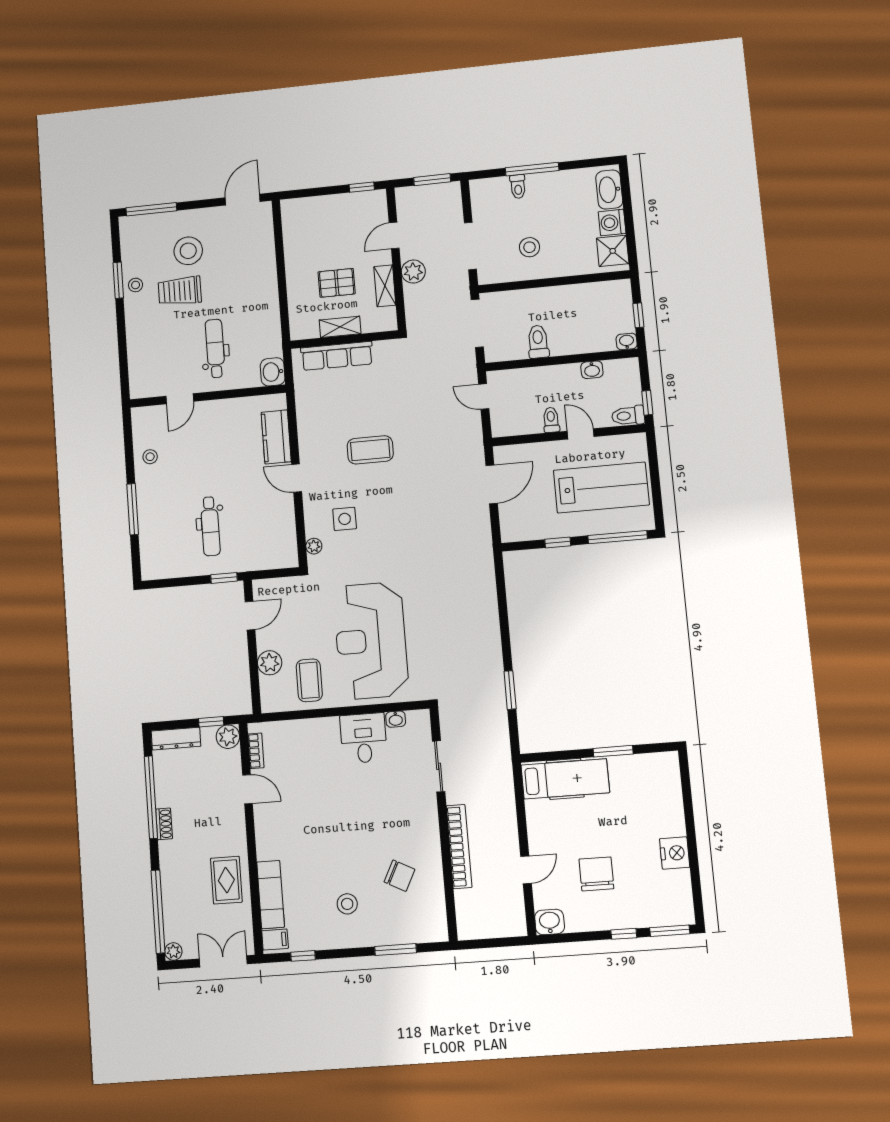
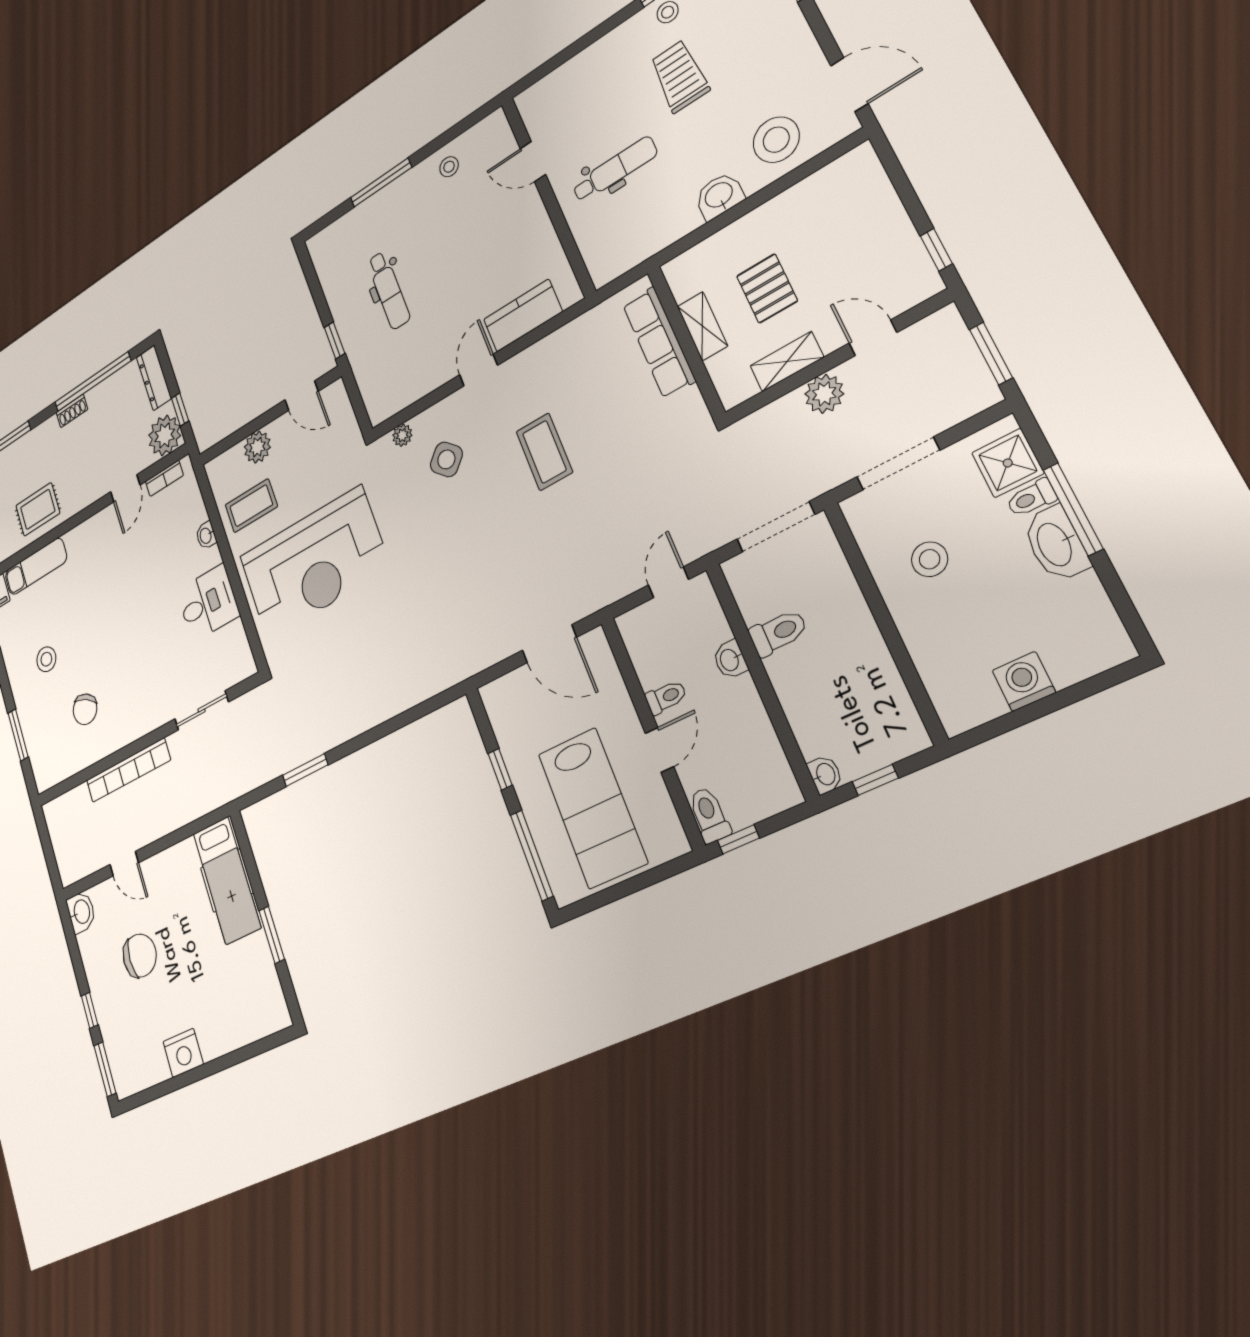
washbasin: (609, 190) -> (1055, 544), moved, turned -90
stool: (188, 251) -> (776, 140), moved
shower: (613, 251) -> (1008, 463), moved
washbasin: (592, 370) -> (730, 660), moved
washbasin: (273, 372) -> (719, 196), moved
side table: (345, 519) -> (446, 459), turned 45
dental chair: (210, 526) -> (389, 290), turned -90
reception desk: (371, 641) -> (314, 563), turned 180
washbasin: (396, 719) -> (206, 535), moved
plant: (228, 737) -> (165, 435), width x1.36, depth x1.36

